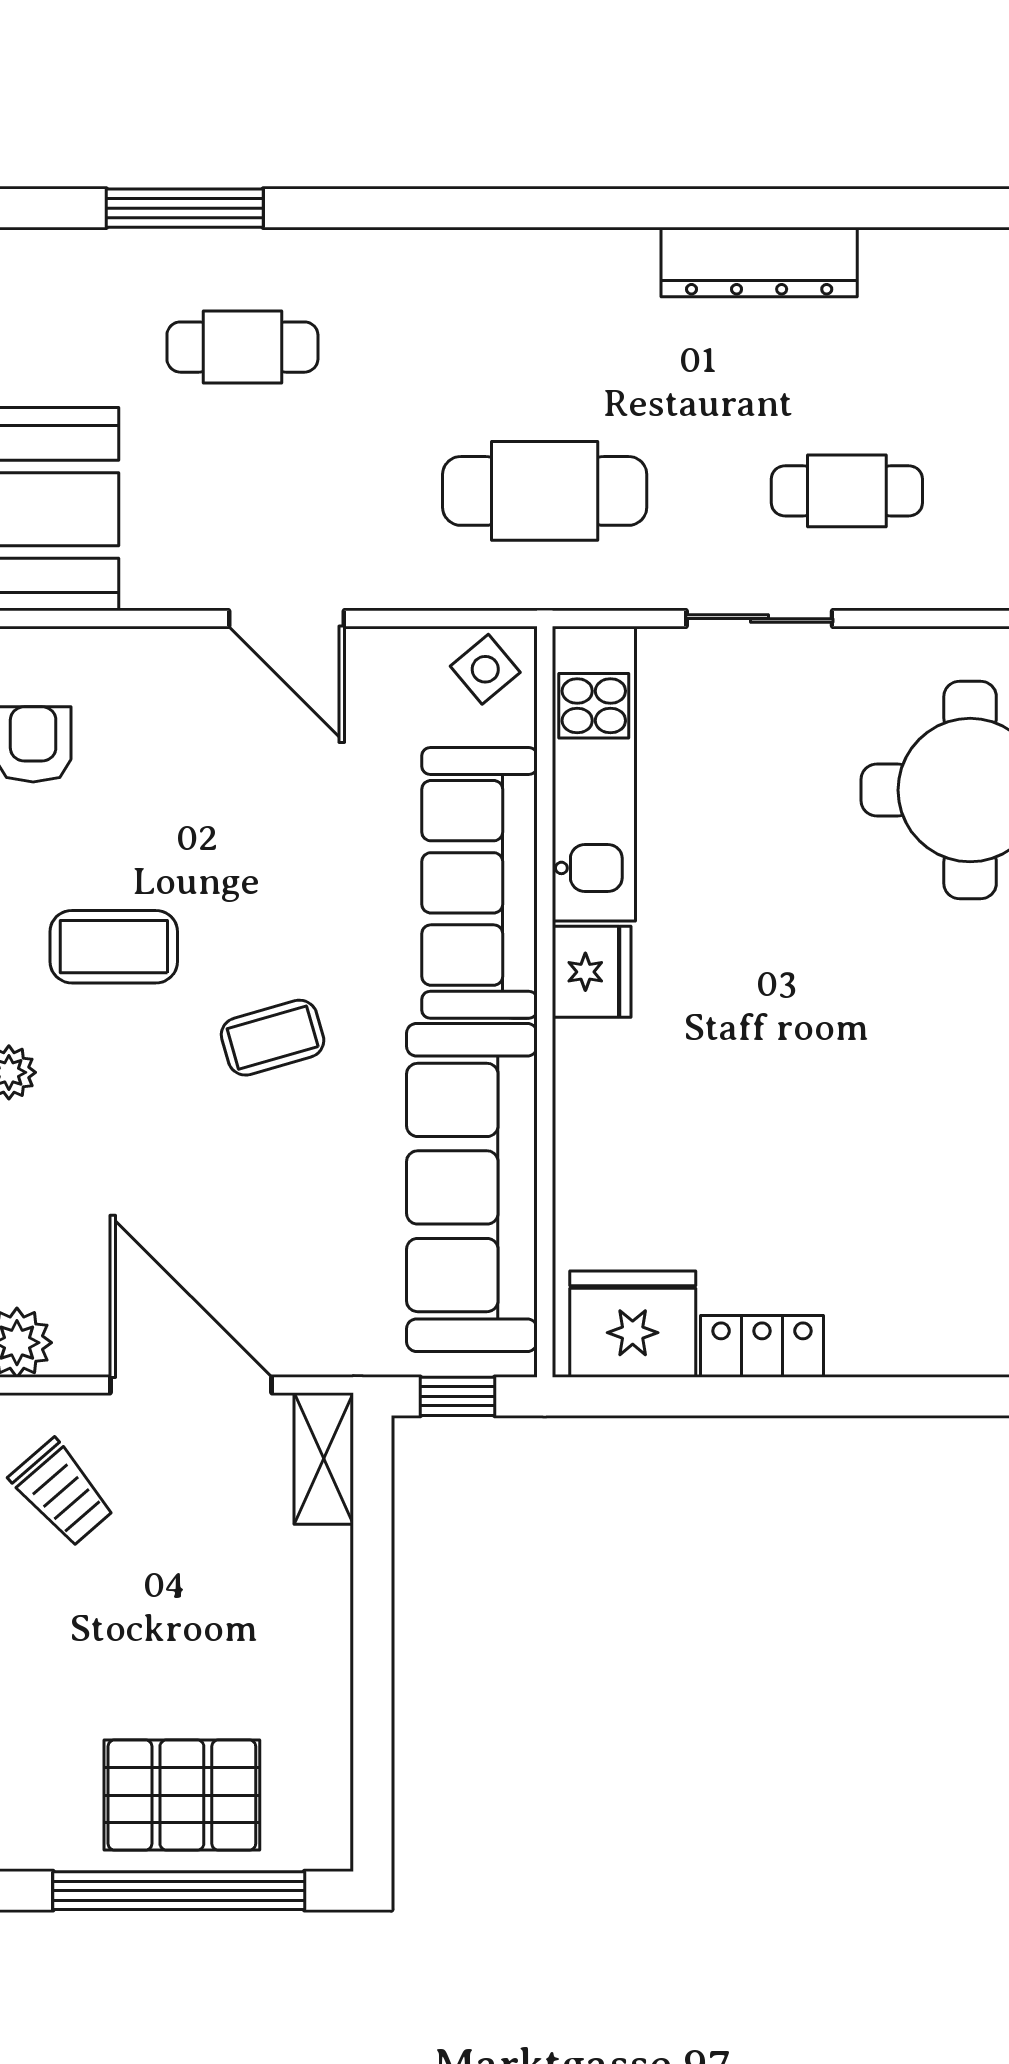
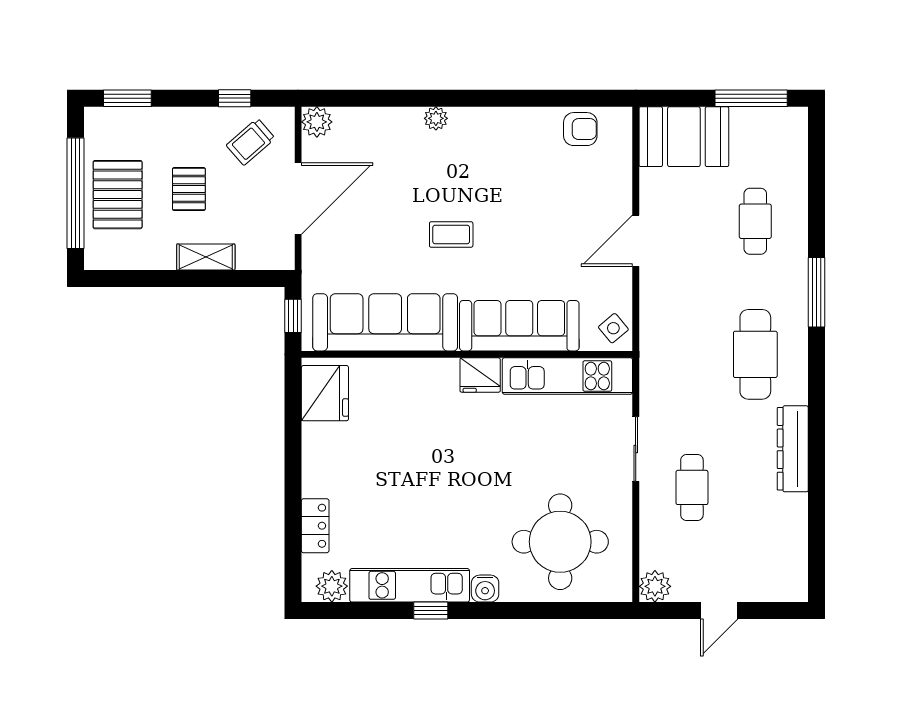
window: (185, 208) -> (817, 292), moved
cafe table: (545, 491) -> (755, 354), moved
coffee table: (114, 947) -> (491, 165), removed
coffee table: (273, 1038) -> (451, 235), turned -74
locker: (762, 1346) -> (315, 526), moved
shelving: (324, 1458) -> (206, 257), moved
pallet: (169, 1633) -> (189, 189), added

